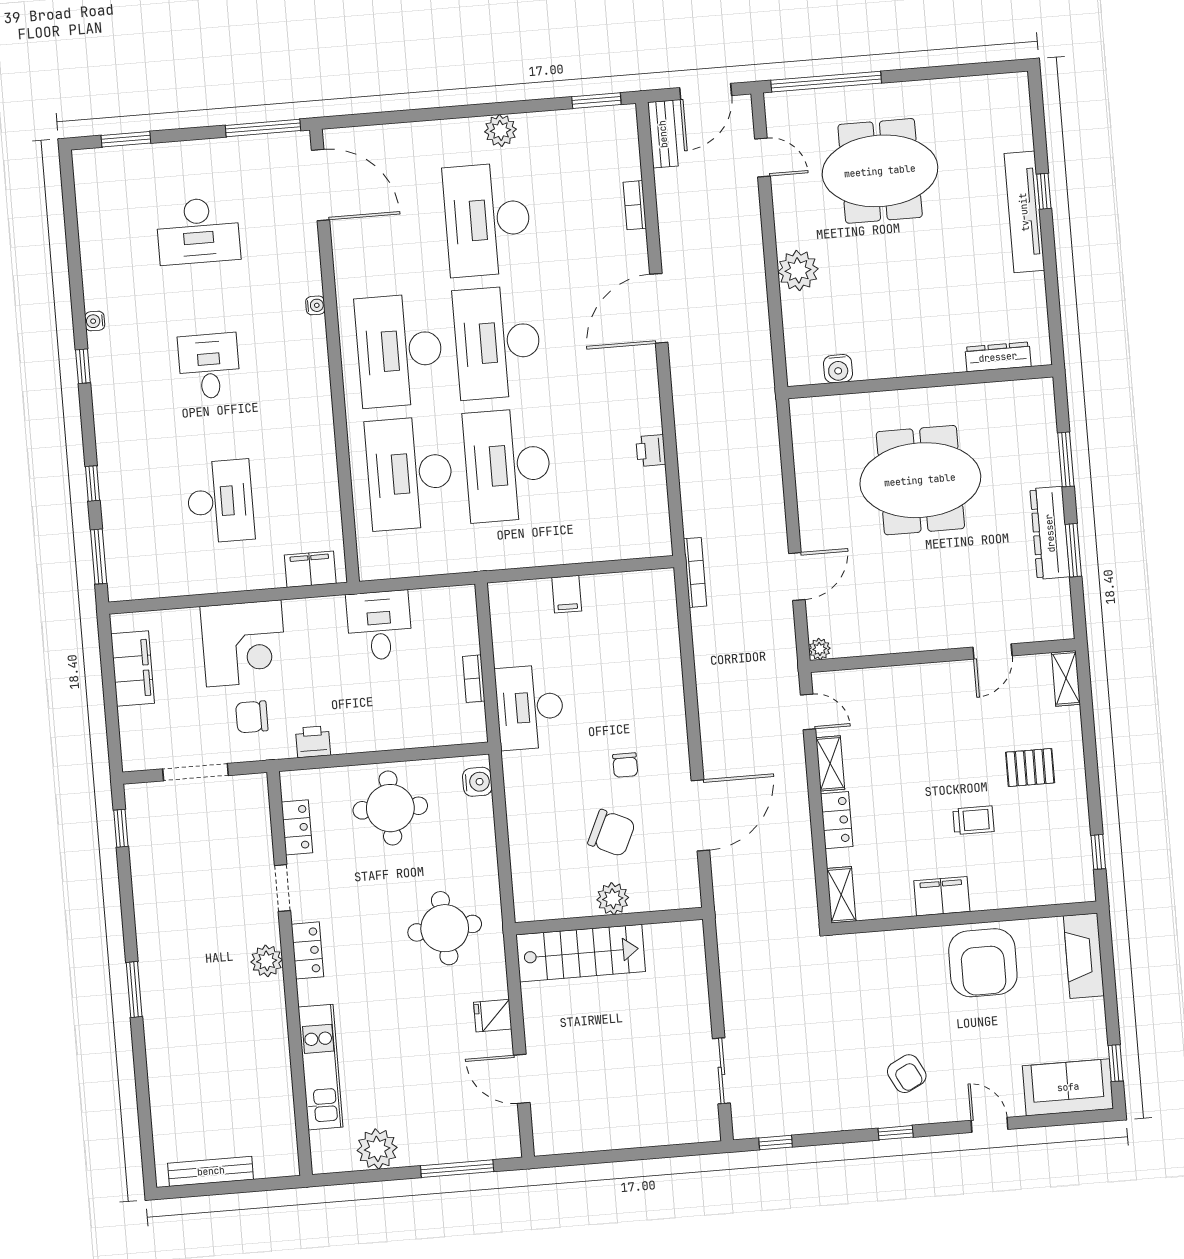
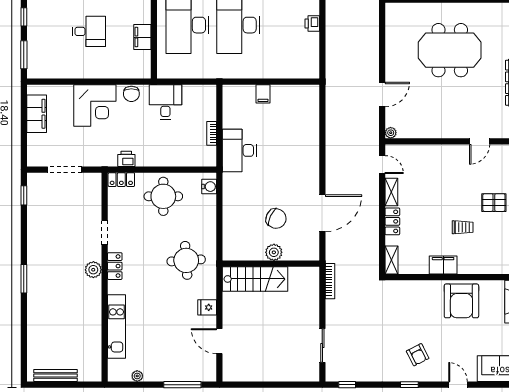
desk: (220, 501) -> (89, 31), width x0.73
filing cabinet: (310, 569) -> (142, 37), moved, turned -90
bookcase: (695, 572) -> (330, 281), moved
chair: (252, 717) -> (131, 94), moved, turned -90
chair: (625, 765) -> (286, 184), removed
locker: (297, 827) -> (121, 180), moved, turned 90
plant: (377, 1149) -> (137, 376), width x0.53, depth x0.53

